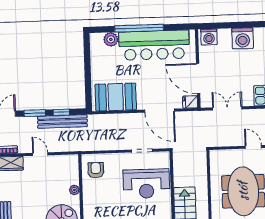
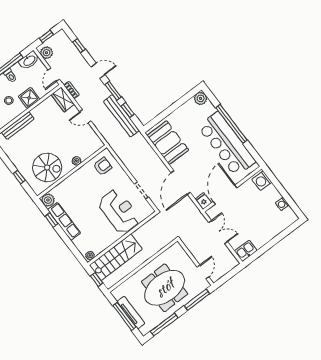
washing machine: (243, 38) -> (282, 204), width x0.53, depth x0.53
plant: (111, 39) -> (201, 98), moved
door: (40, 154) -> (85, 116), swing flipped
reception desk: (146, 184) -> (119, 211), turned 180

